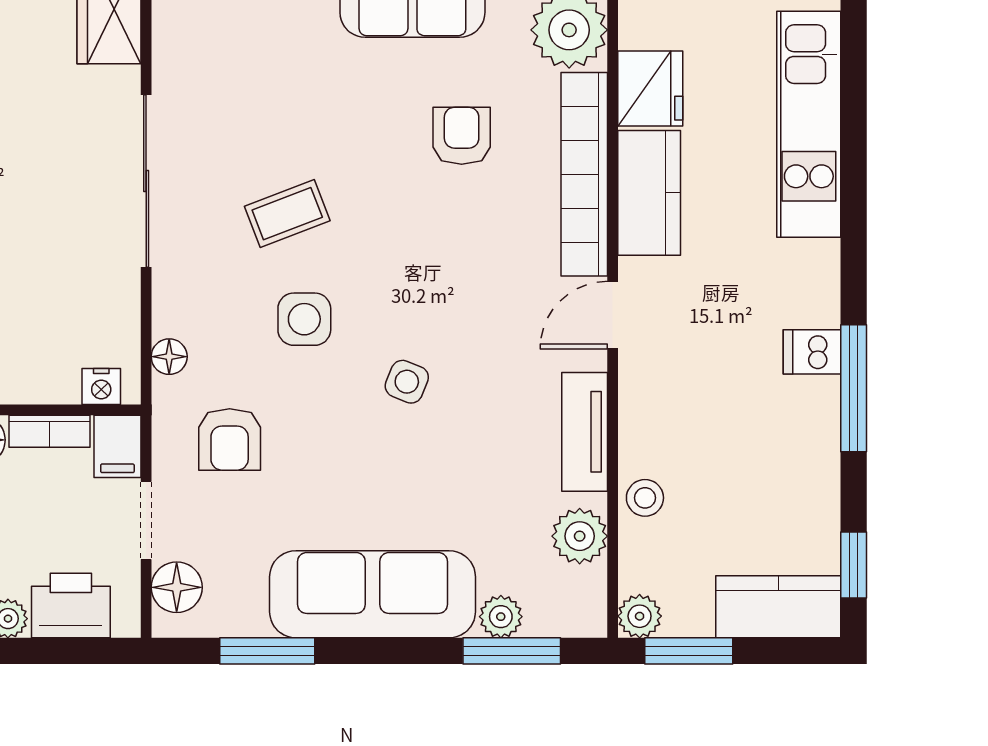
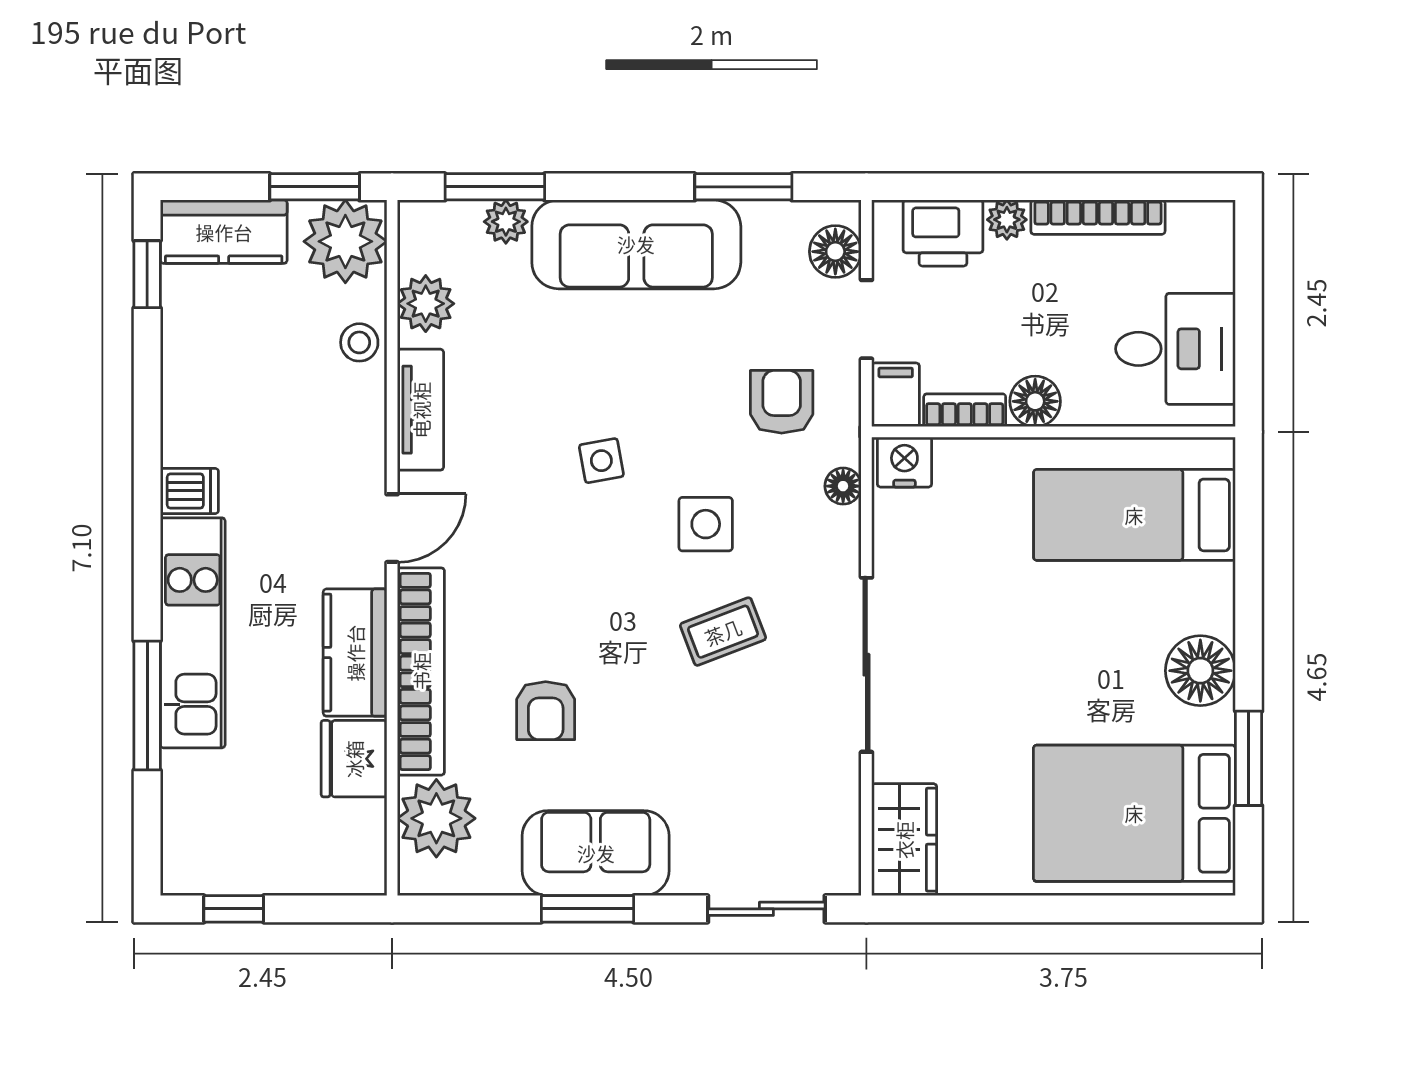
kitchen unit: (809, 124) -> (193, 633), moved
side table: (407, 382) -> (601, 461), turned -32
nightstand: (101, 387) -> (904, 462), width x1.39, depth x1.35
window: (854, 388) -> (147, 705), moved
plant: (640, 616) -> (345, 241), width x1.87, depth x1.87

